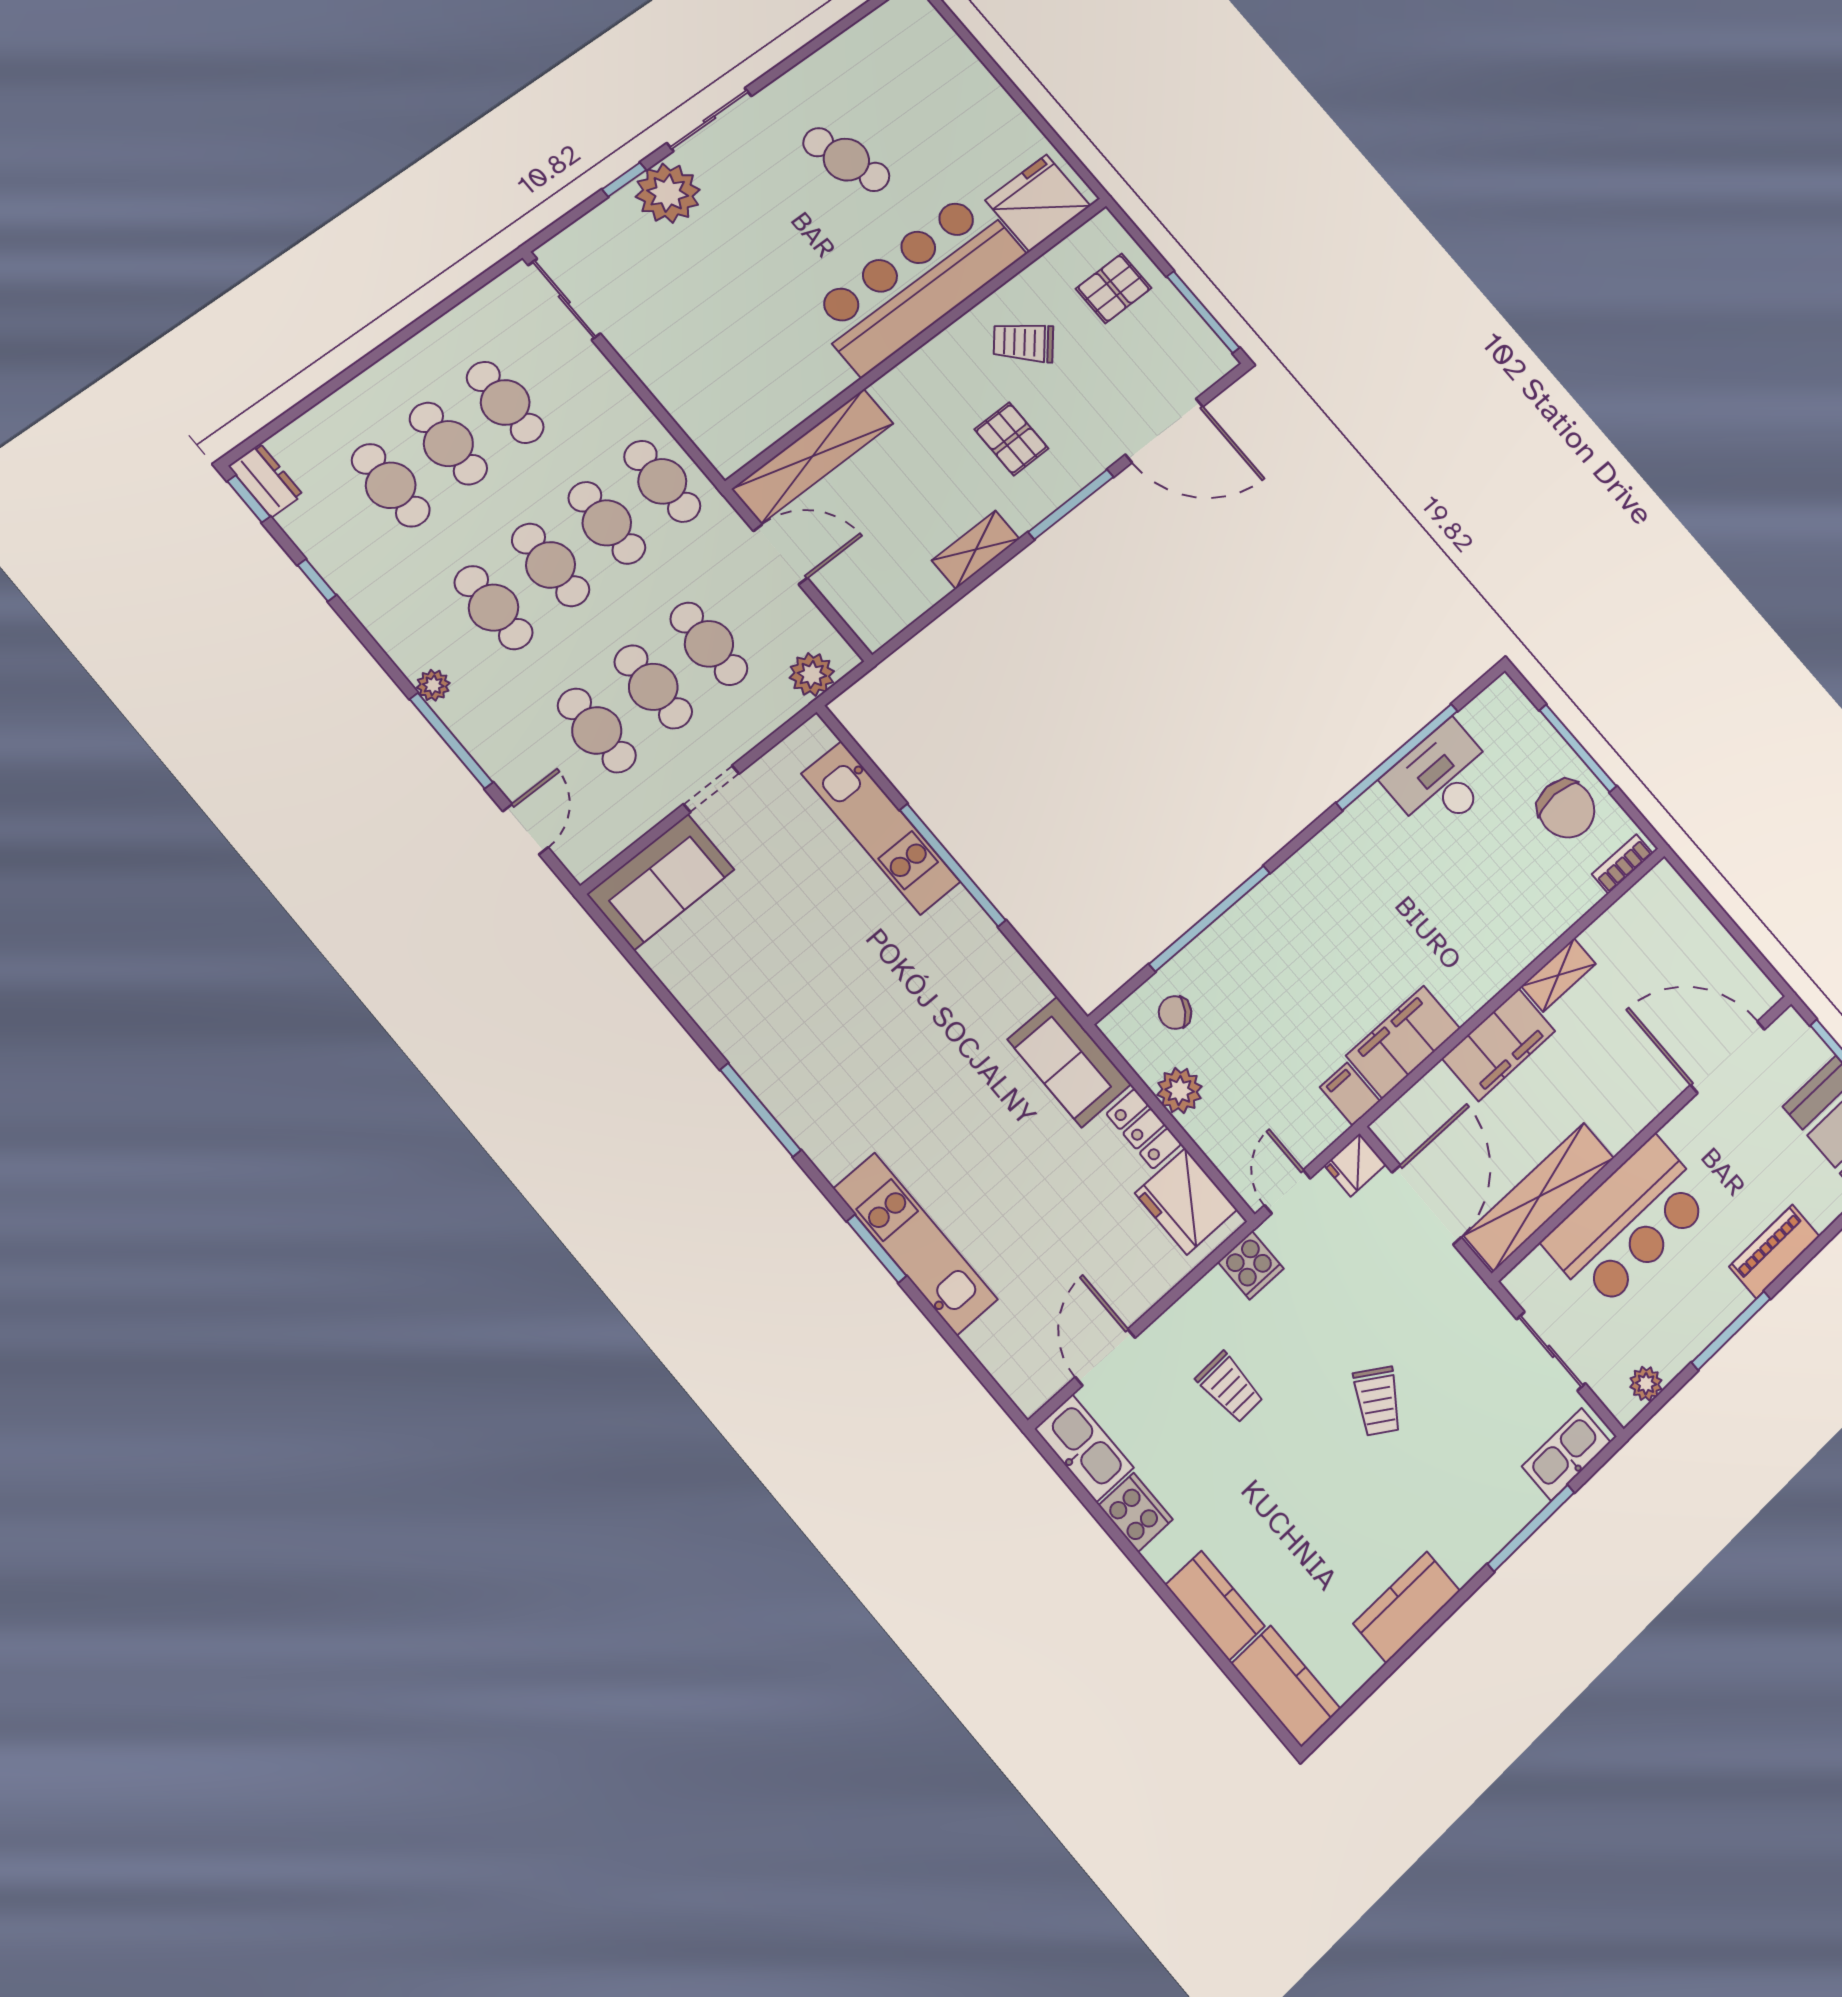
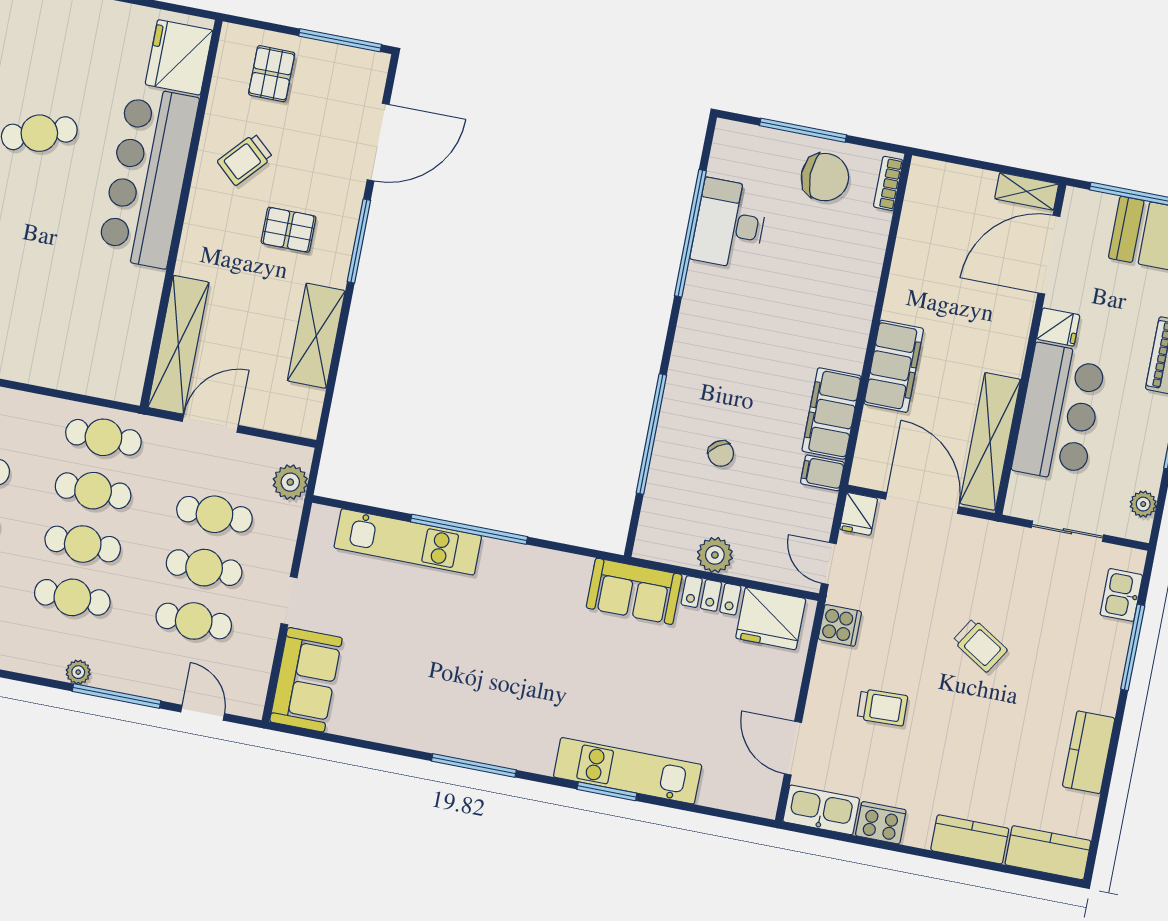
shelving: (976, 550) -> (316, 336), width x1.50, depth x1.33
shelving: (1559, 975) -> (1027, 191), moved, turned 90
chair: (1175, 1013) -> (721, 453), moved, turned -69
fridge: (1687, 1136) -> (1058, 327), added
kitchen sink: (1566, 1454) -> (1121, 595), width x0.73

